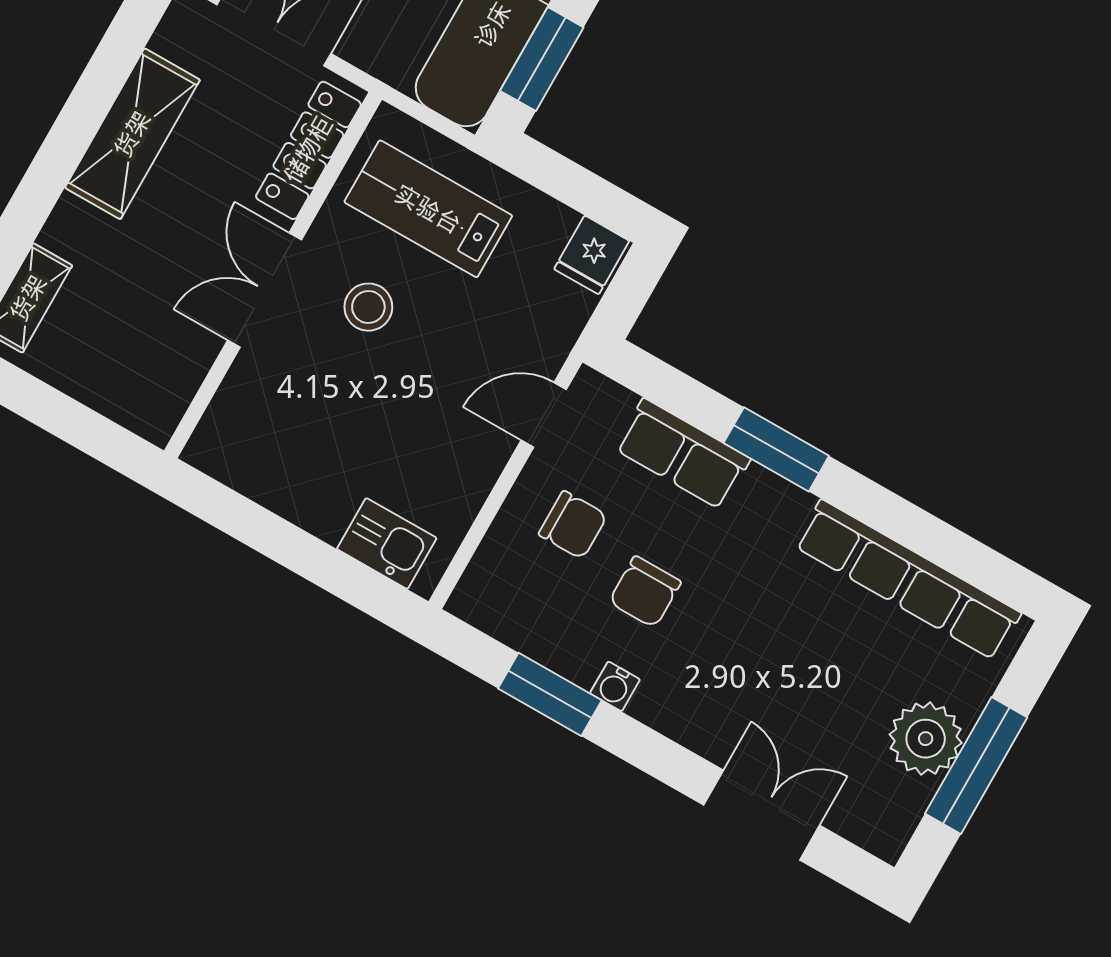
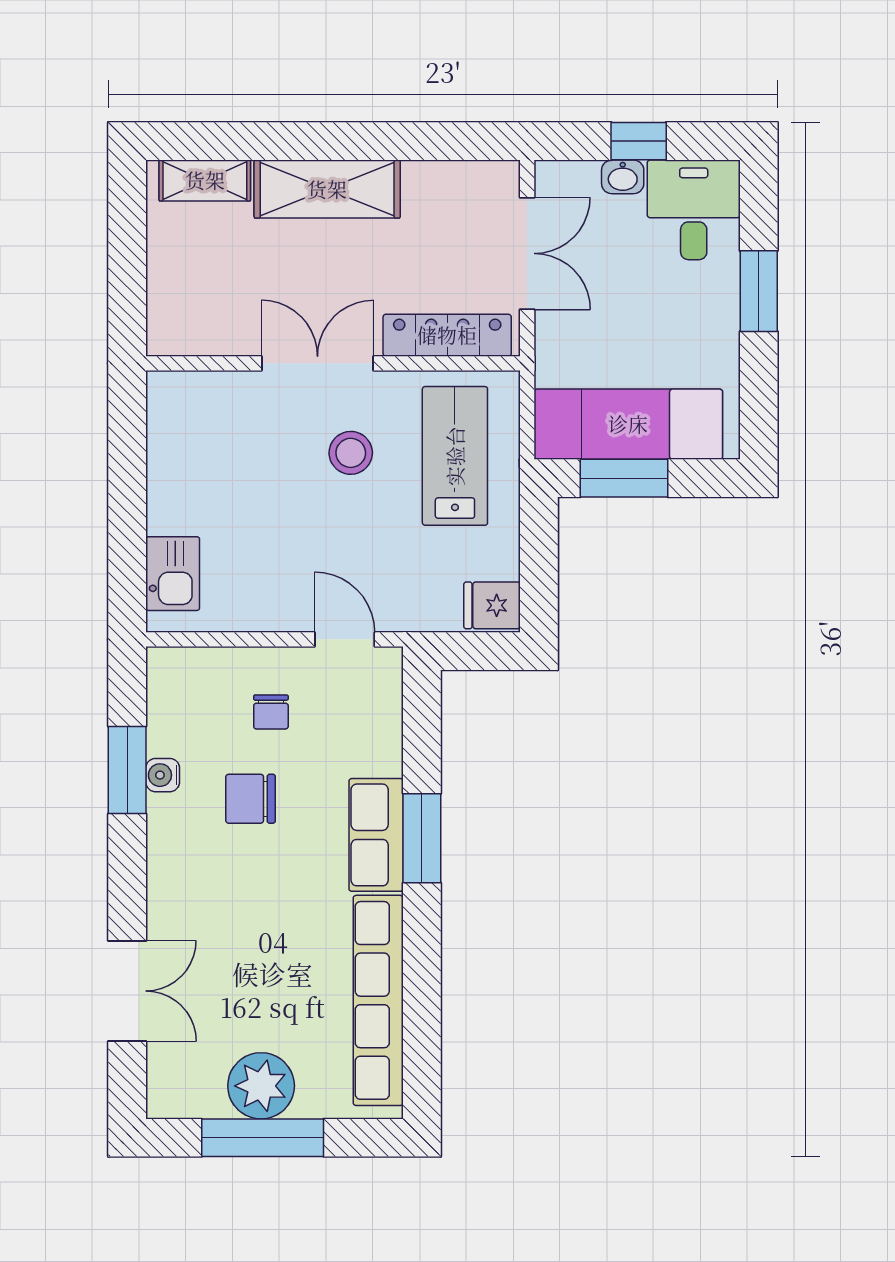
shelving: (132, 134) -> (327, 189), moved
row of seats: (682, 454) -> (376, 835), moved
chair: (573, 525) -> (271, 712), width x0.73, depth x0.73
water cooler: (615, 686) -> (163, 775), moved

